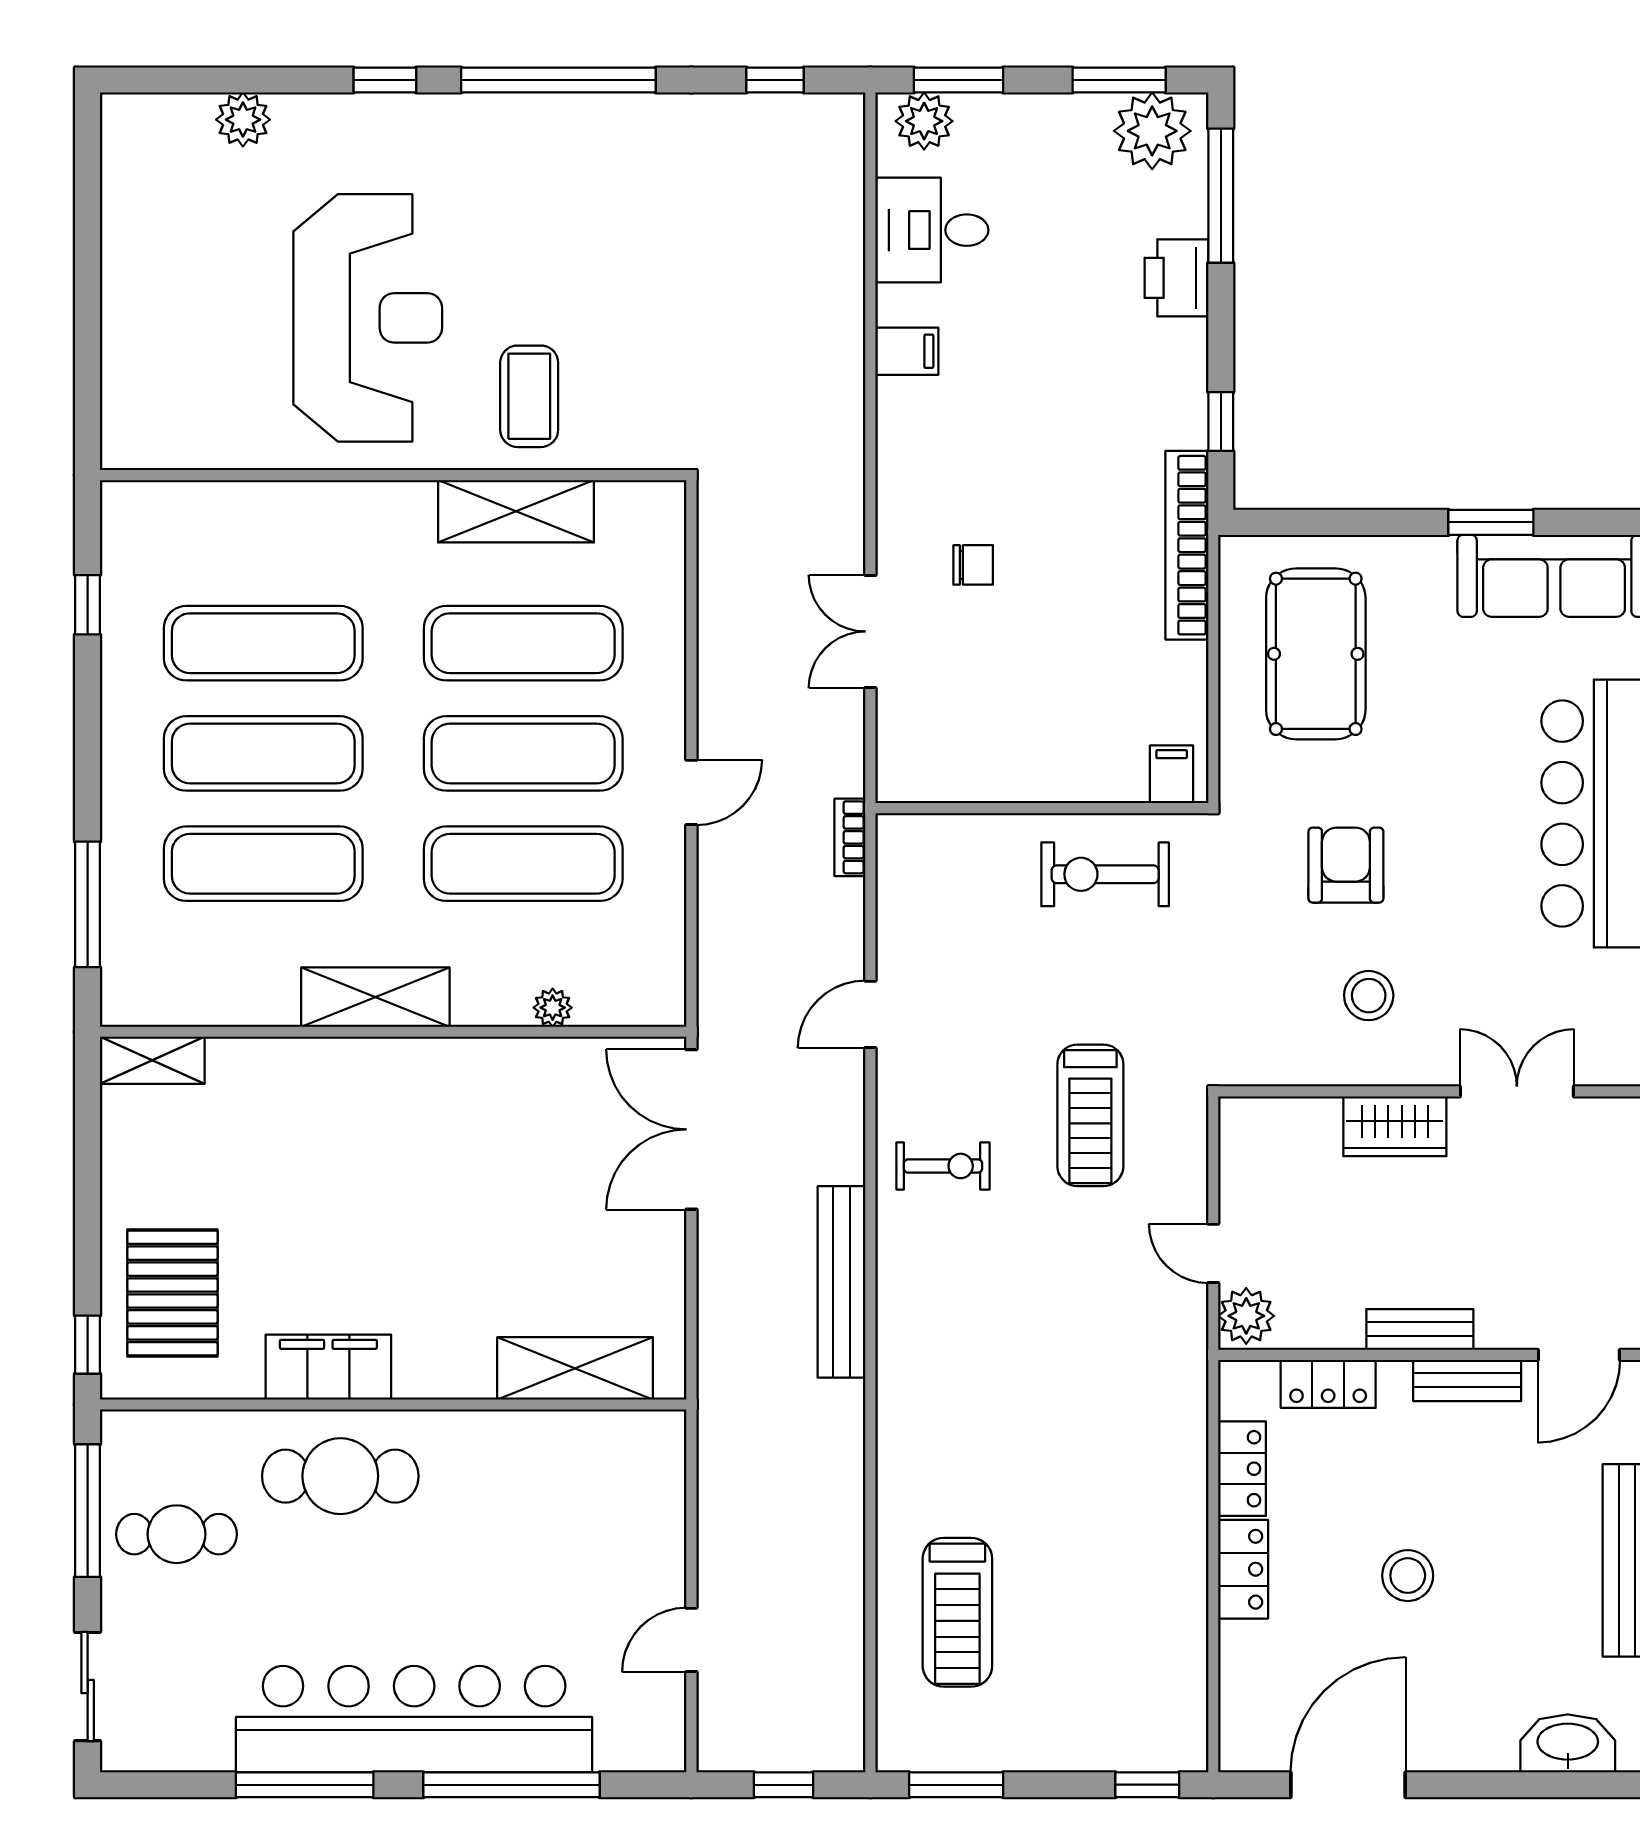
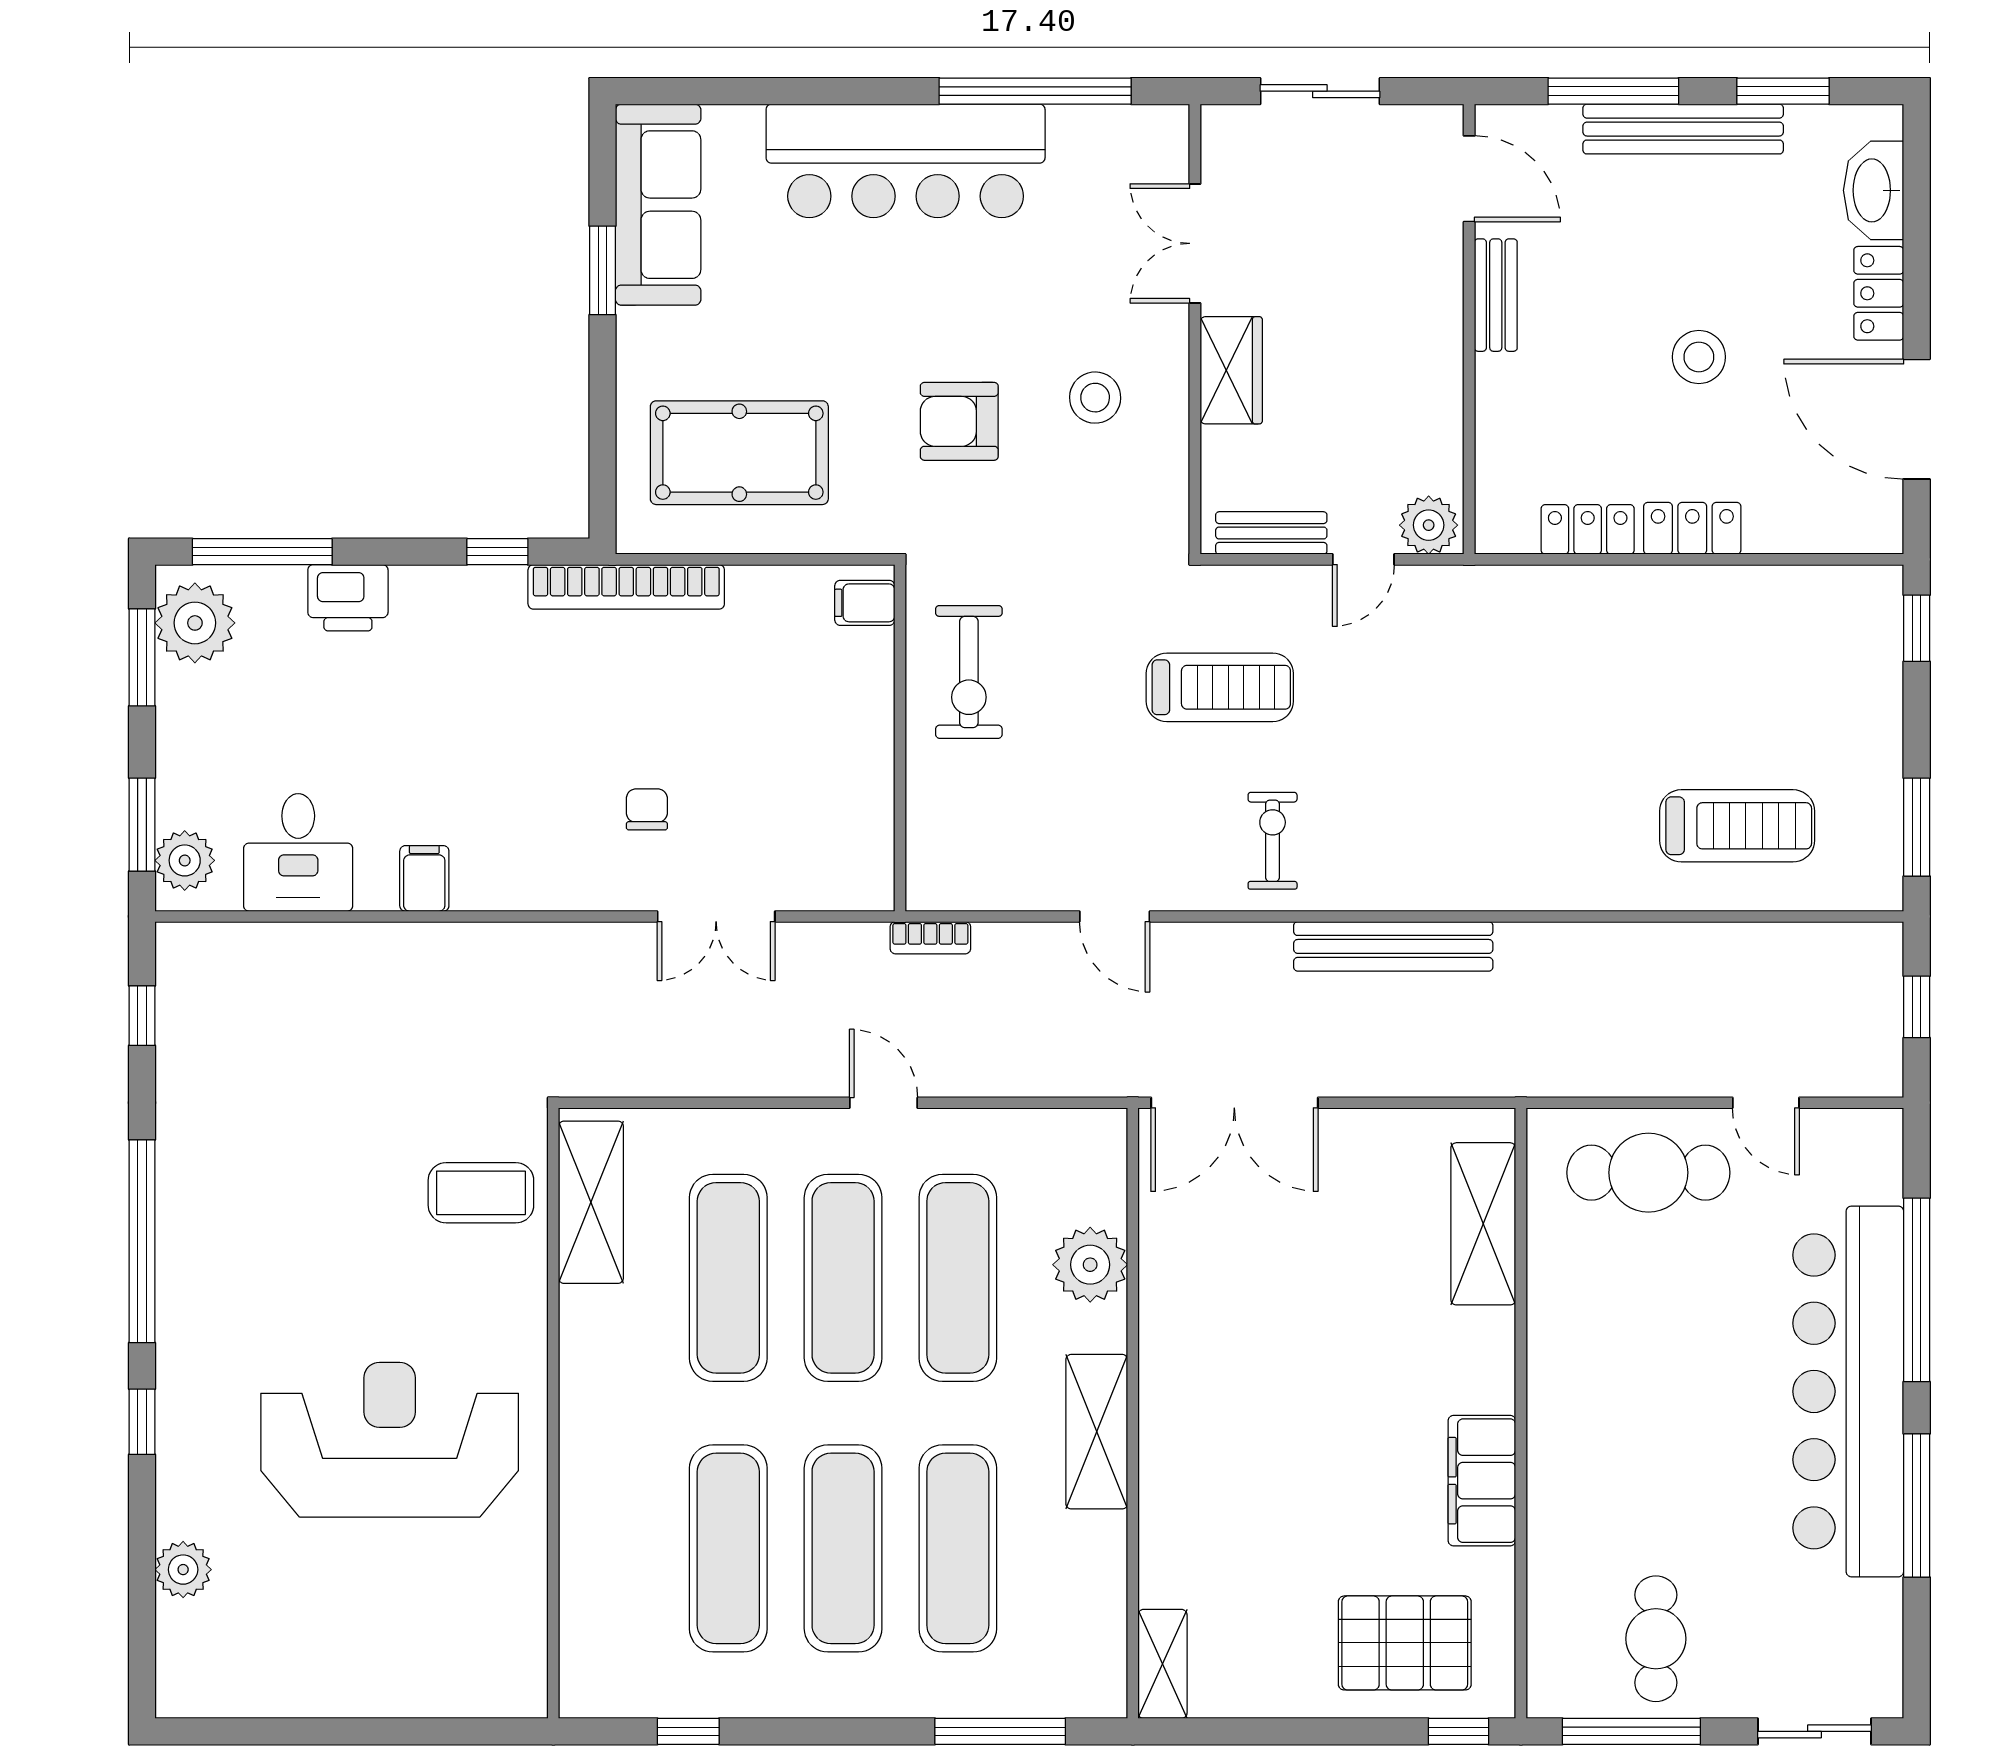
coffee table: (529, 396) -> (481, 1193), moved
shelving: (516, 511) -> (591, 1202), moved
plant: (553, 1008) -> (1090, 1265), width x1.87, depth x1.87
bench: (1420, 1329) -> (1271, 533), moved, turned 90
locker: (1328, 1384) -> (1879, 293), moved, turned 180
cafe table: (340, 1476) -> (1648, 1173), moved, turned 90

